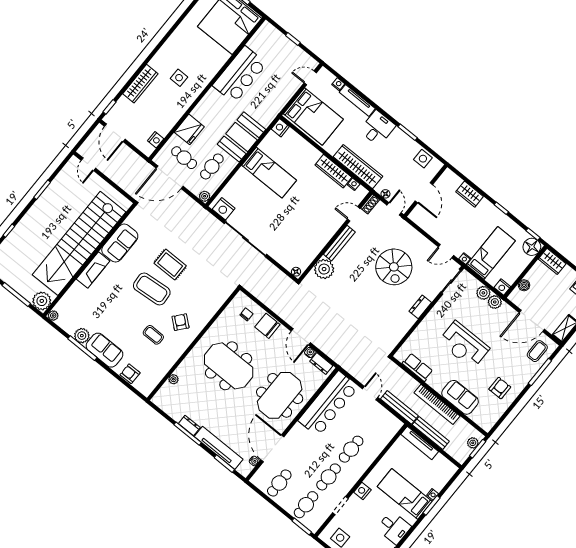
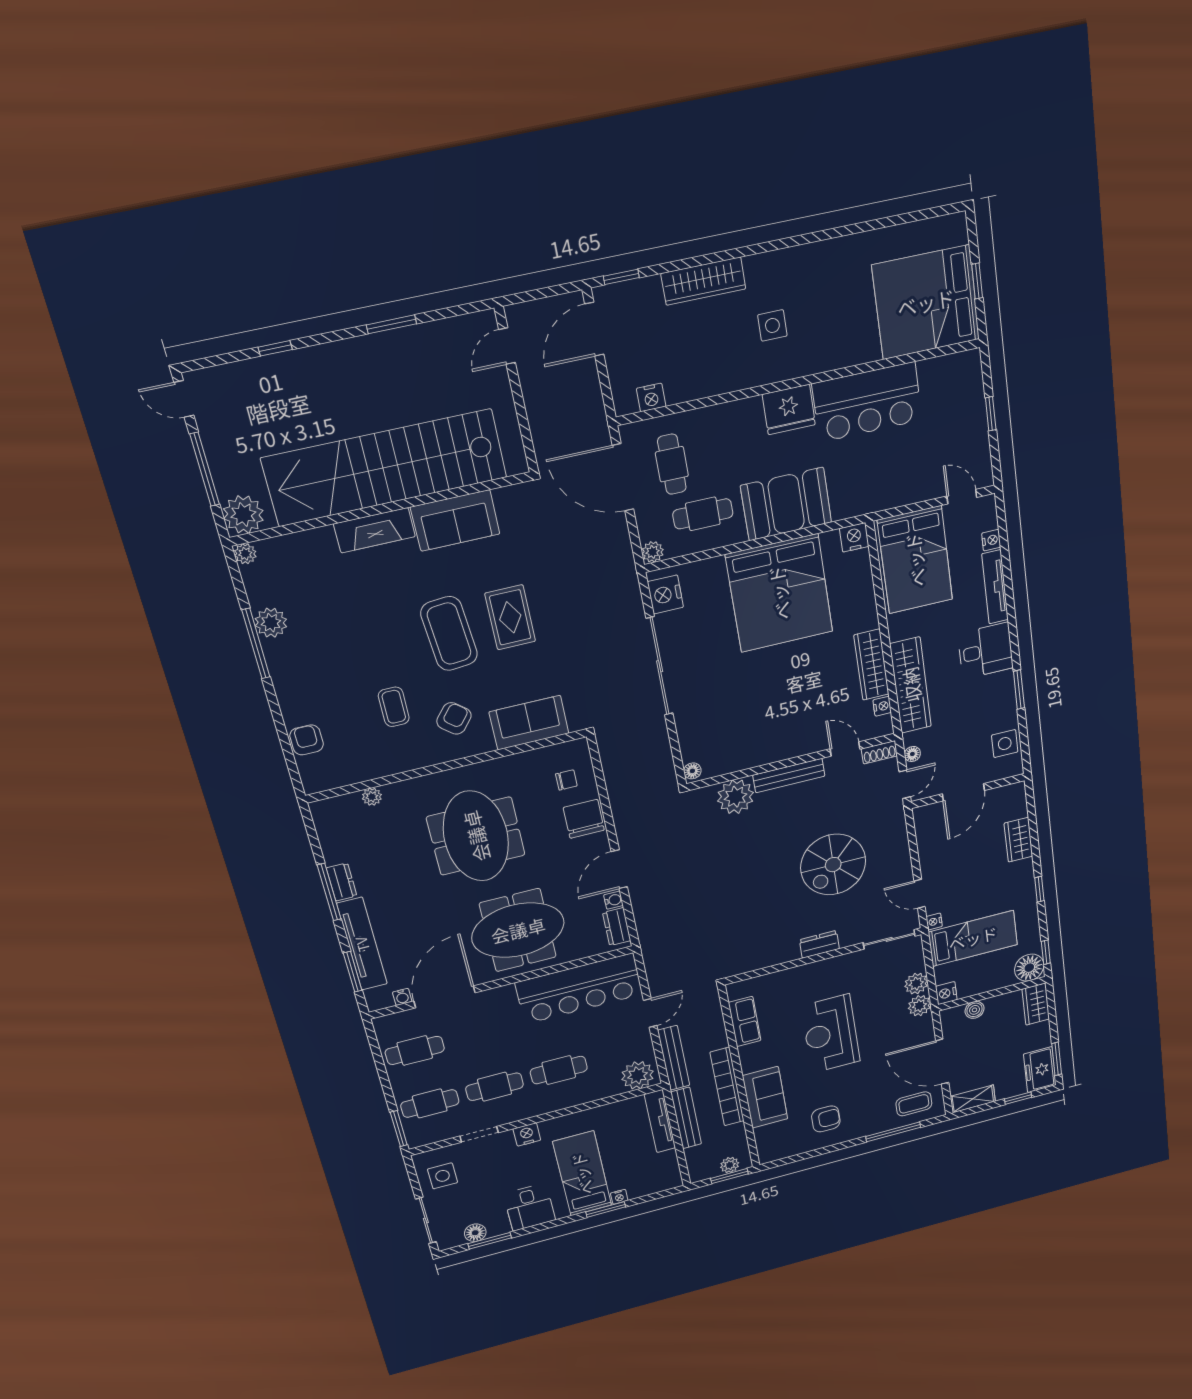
fridge: (189, 129) -> (789, 410), moved
bed: (269, 173) -> (779, 593), width x2.04
sofa: (105, 350) -> (529, 723), moved, turned -90
plant: (390, 427) -> (638, 1075), added

